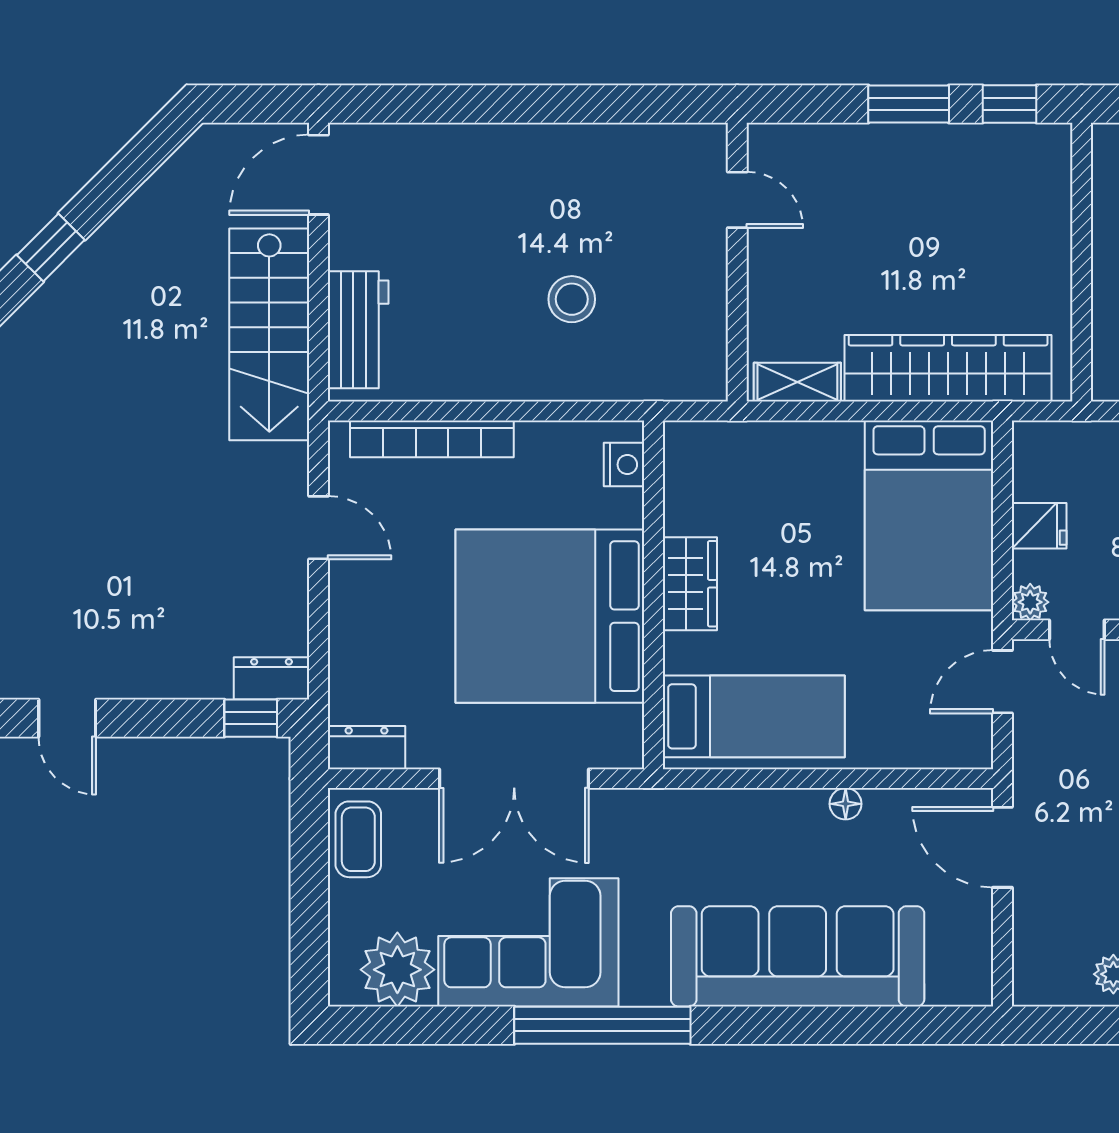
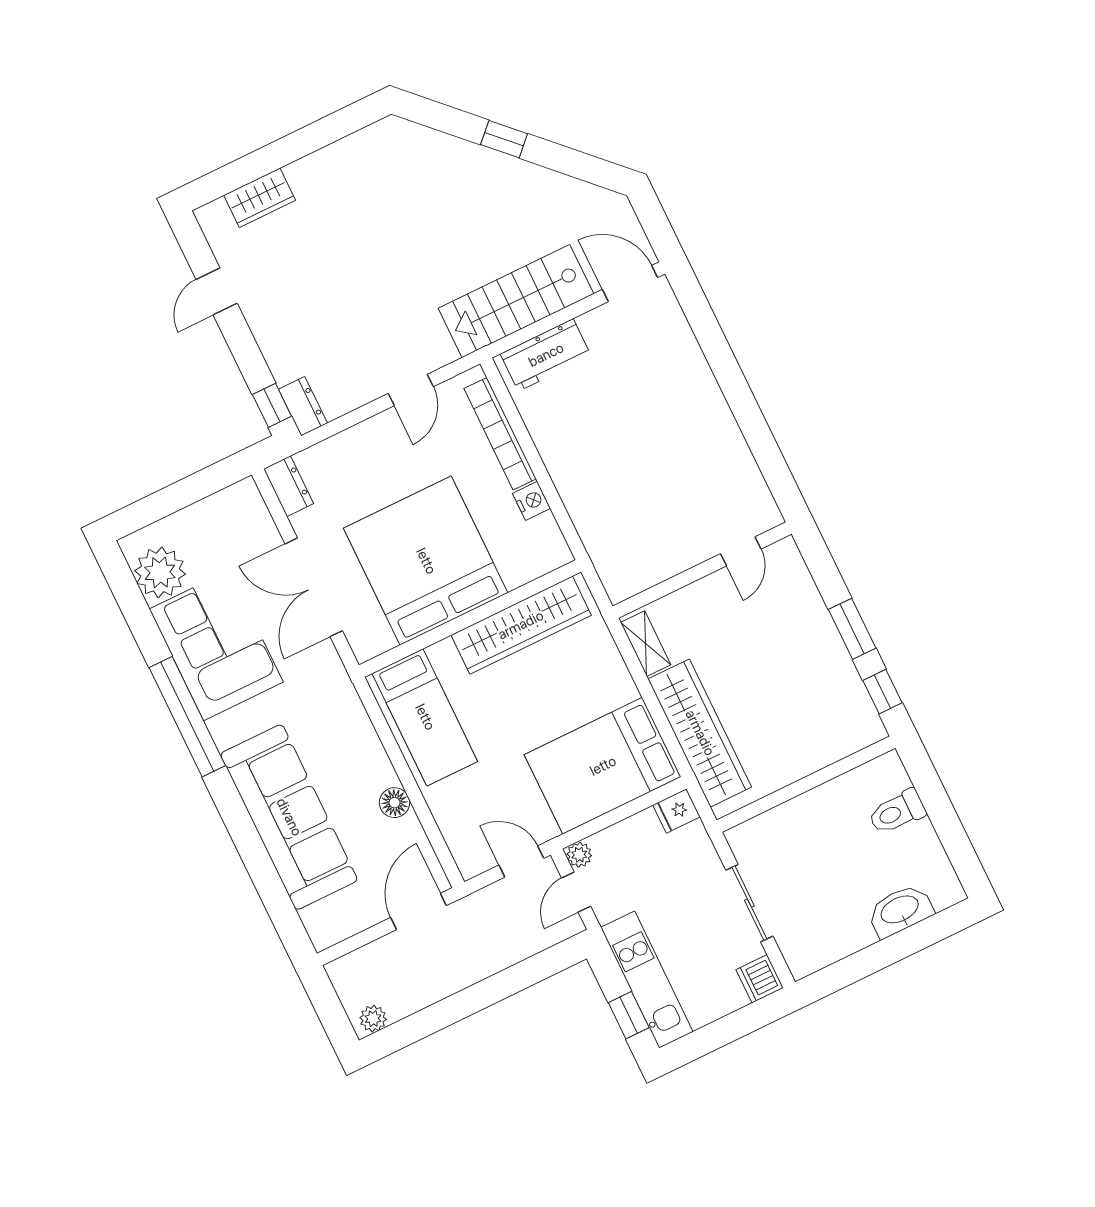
stool: (572, 299) -> (629, 478), removed
nightstand: (624, 465) -> (532, 501), moved, turned -90
fridge: (1039, 526) -> (677, 811), moved, turned 90
wardrobe: (690, 584) -> (521, 625), width x2.10, depth x1.17
floor lamp: (846, 804) -> (395, 803), width x1.37, depth x1.37
coffee table: (358, 839) -> (229, 509), removed

